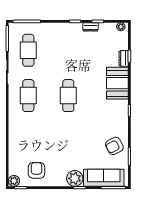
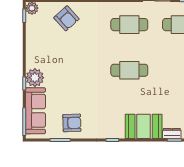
armchair: (114, 146) -> (72, 123), turned 115
armchair: (36, 170) -> (66, 18), moved, turned 48

